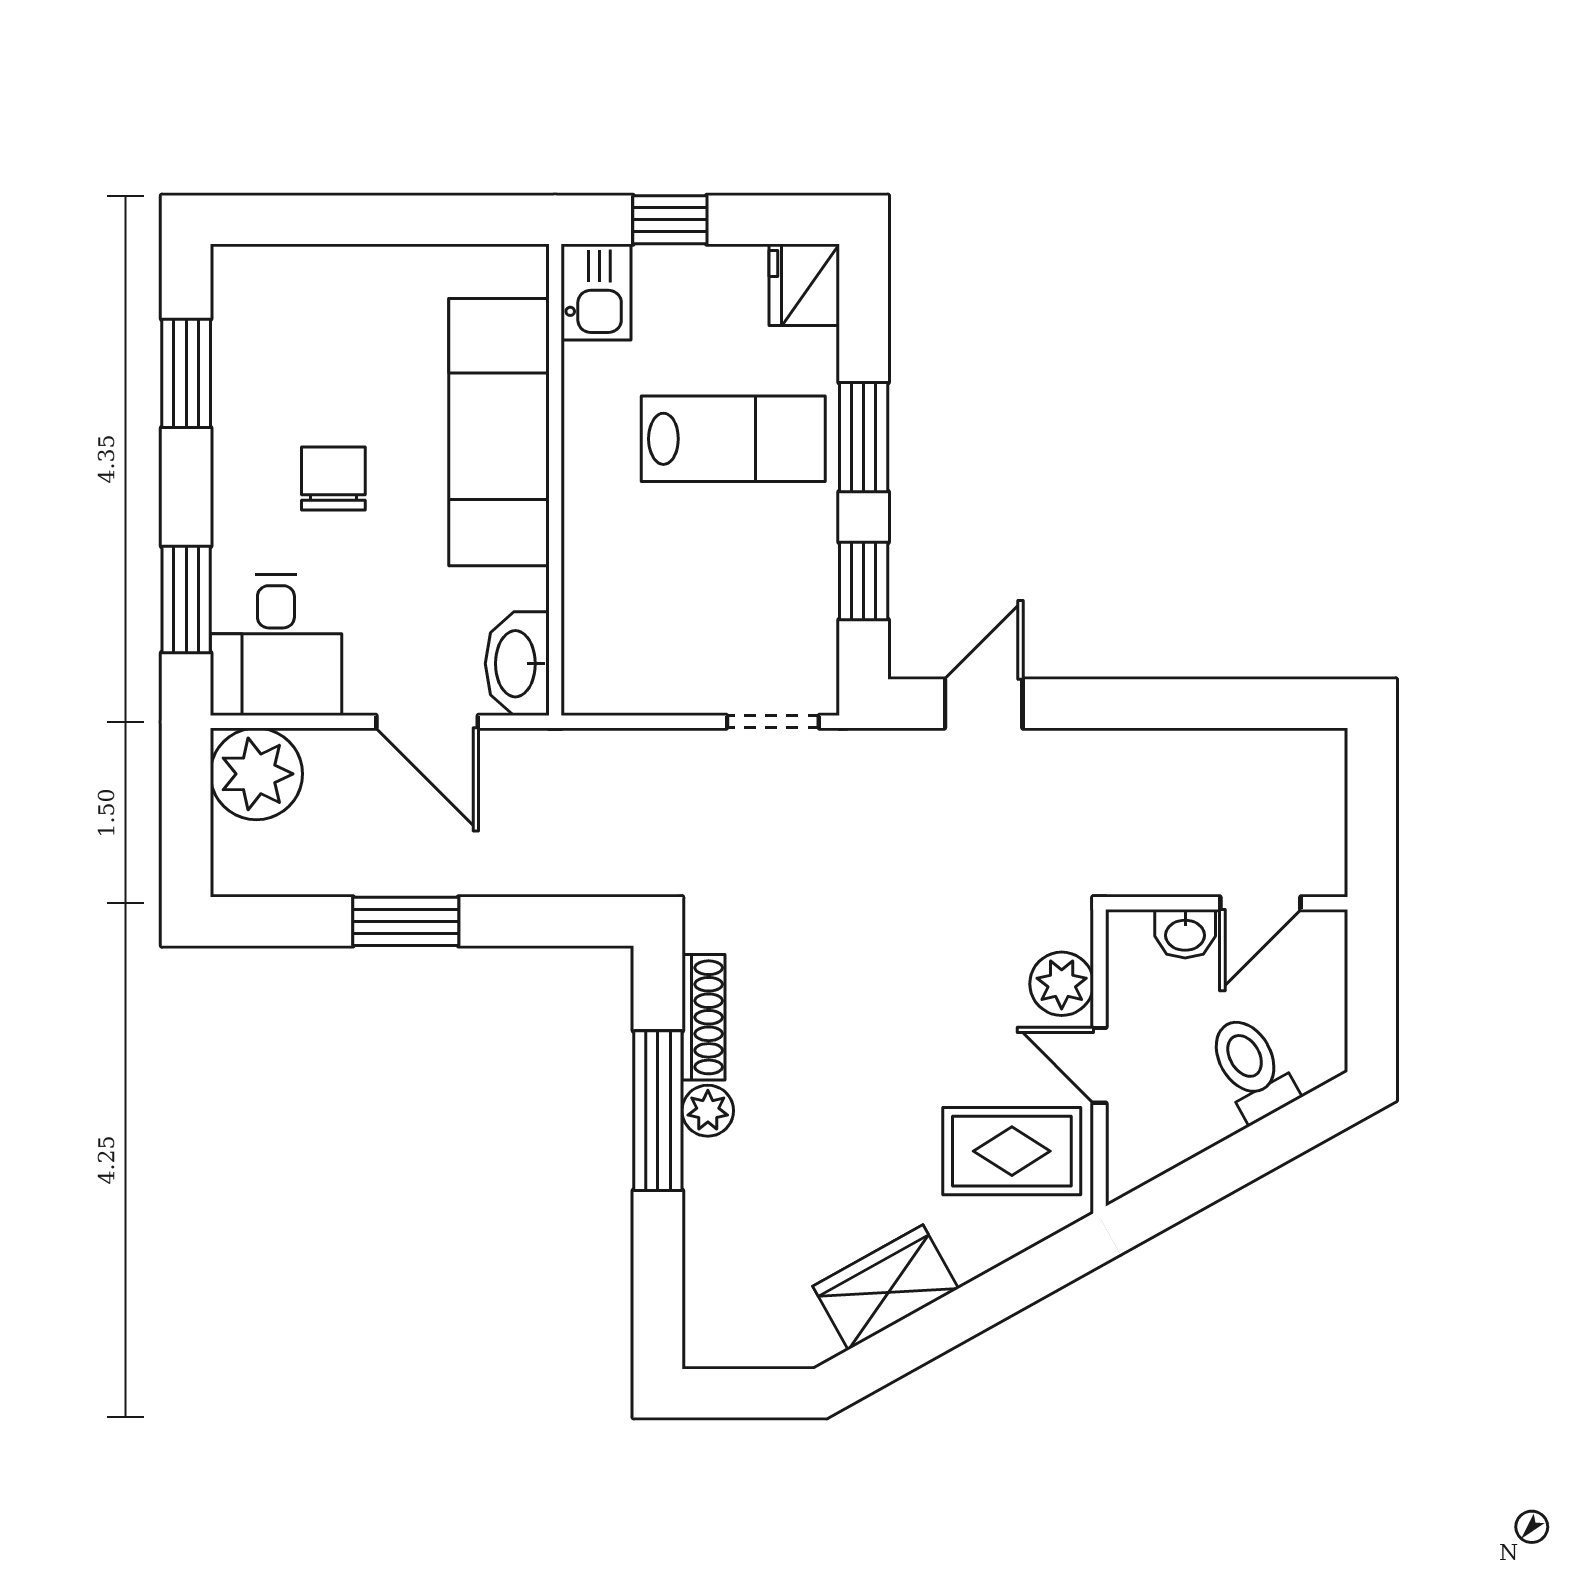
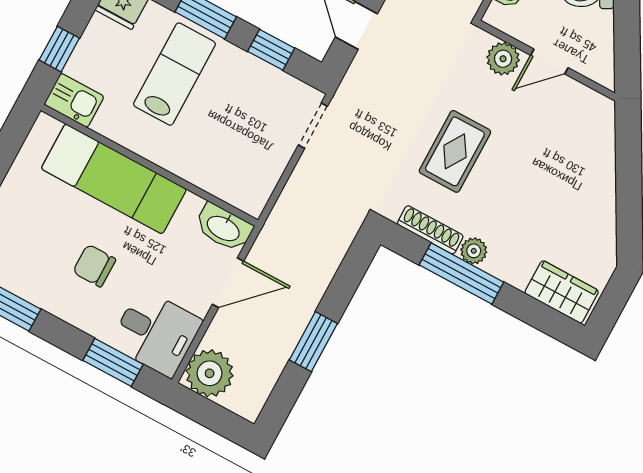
rug: (1012, 1151) -> (455, 151), moved
wardrobe: (886, 1287) -> (562, 292), moved, turned 119

